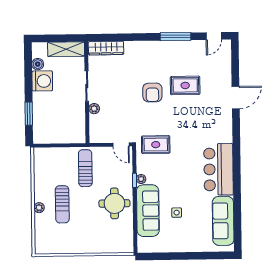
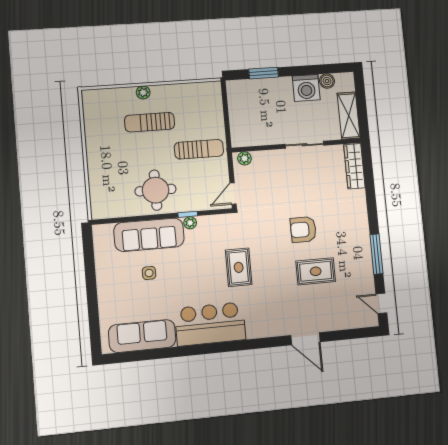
rug: (185, 85) -> (316, 271), turned 90
plant: (94, 109) -> (244, 158), moved
rug: (156, 145) -> (239, 267), moved

